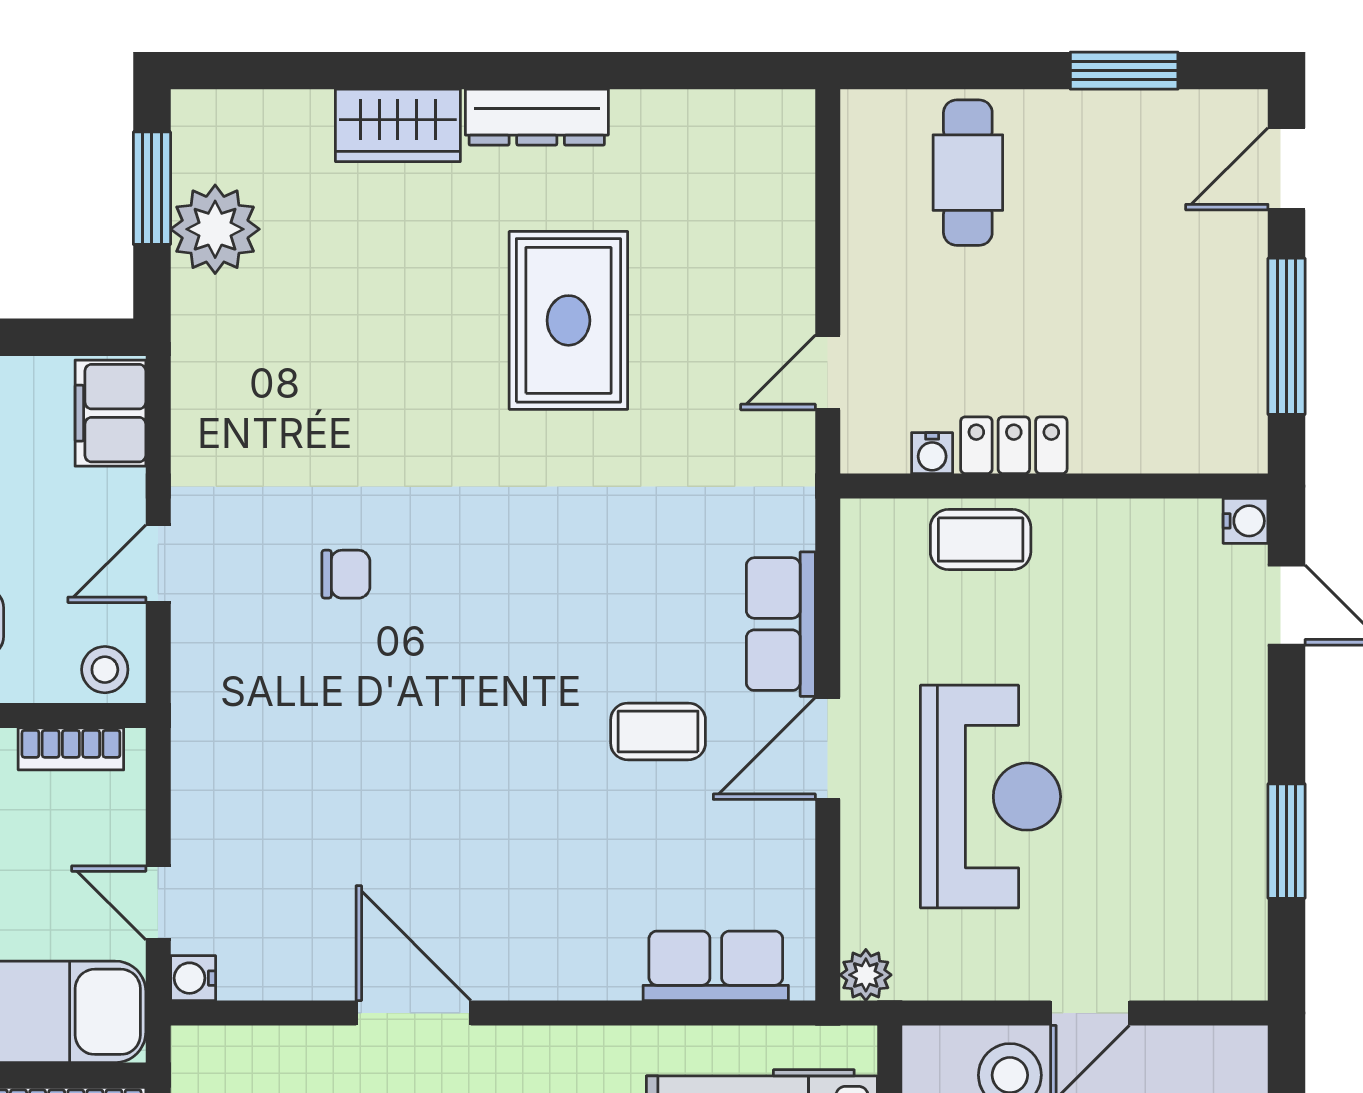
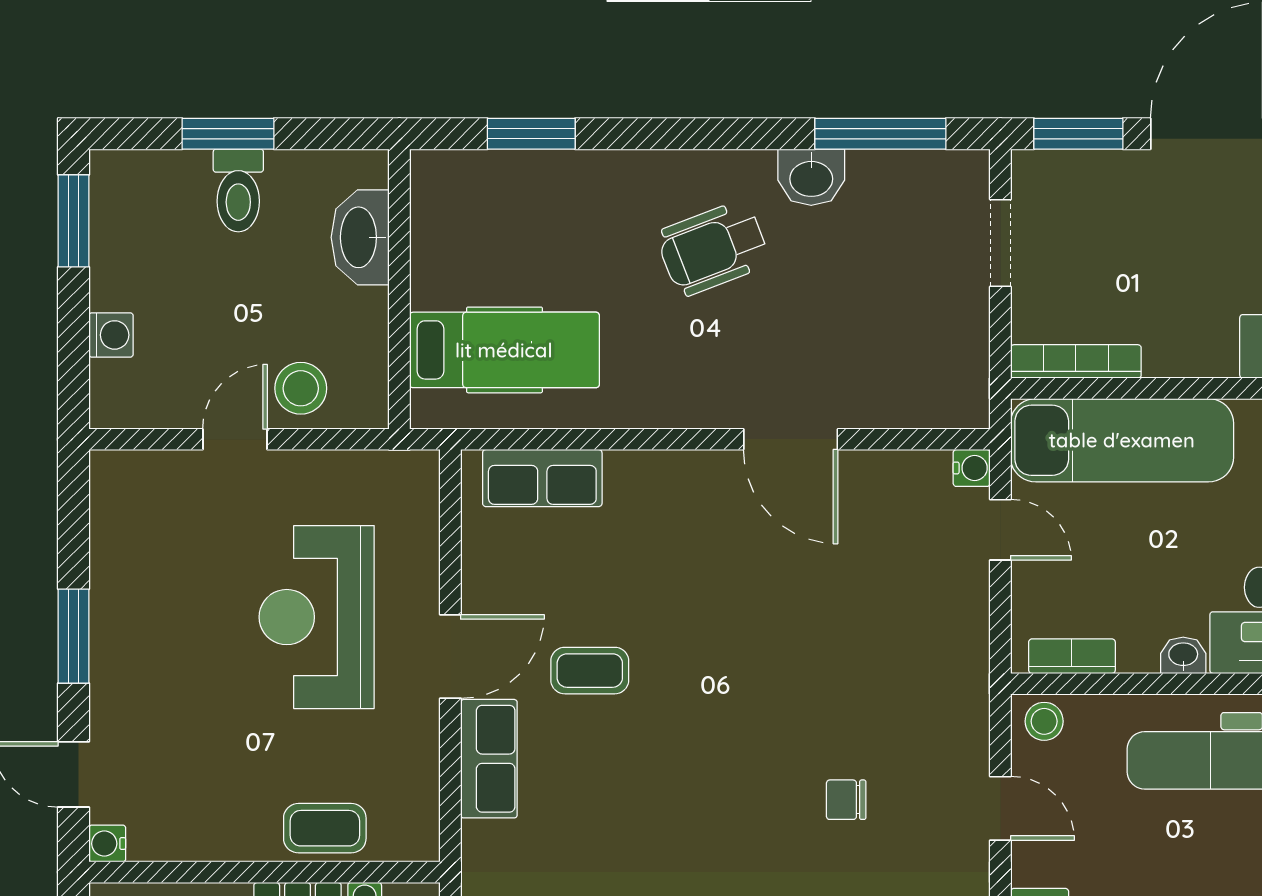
door: (158, 564) -> (1000, 808), hinge flipped
window: (1287, 841) -> (74, 636), moved
plant: (866, 975) -> (419, 471), removed

